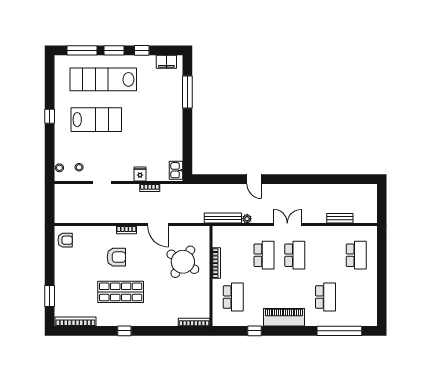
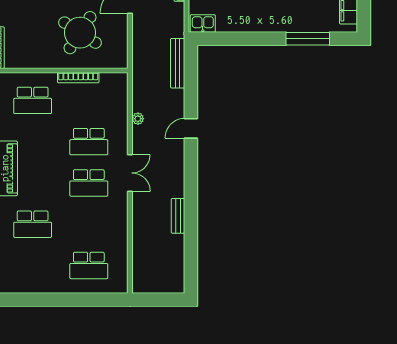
bench: (223, 218) -> (178, 63), moved
bench: (340, 218) -> (178, 216), moved

